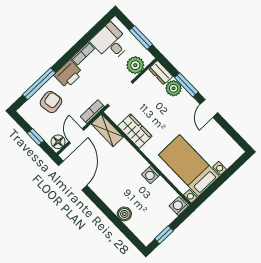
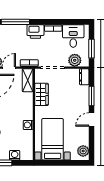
plant: (174, 88) -> (83, 151), moved
armchair: (51, 102) -> (12, 37), removed
washing machine: (179, 206) -> (15, 155), moved

